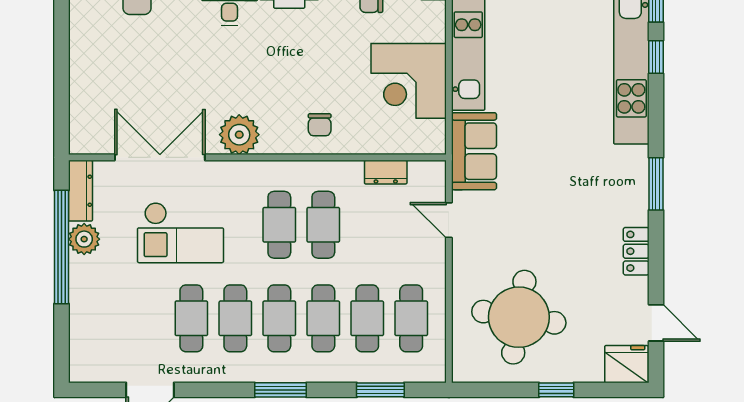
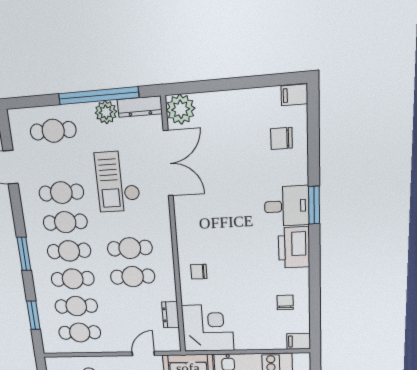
corner desk: (409, 81) -> (208, 328), moved, turned 90
plant: (239, 135) -> (181, 109), moved
cafe table: (103, 318) -> (53, 131), added

